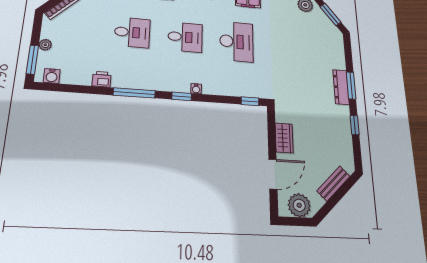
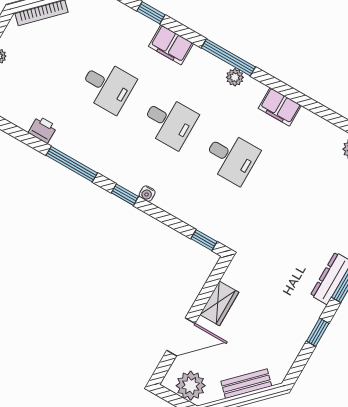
desk: (237, 42) -> (231, 157), width x0.73

